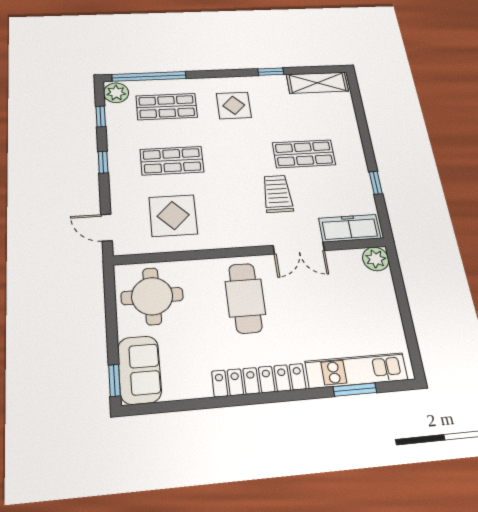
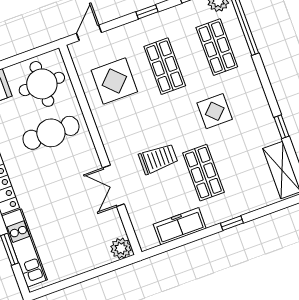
display table: (234, 105) -> (215, 111), moved
window: (376, 183) -> (232, 223), moved
freezer: (350, 228) -> (180, 226), moved, turned -90
cafe table: (245, 298) -> (51, 133), moved

